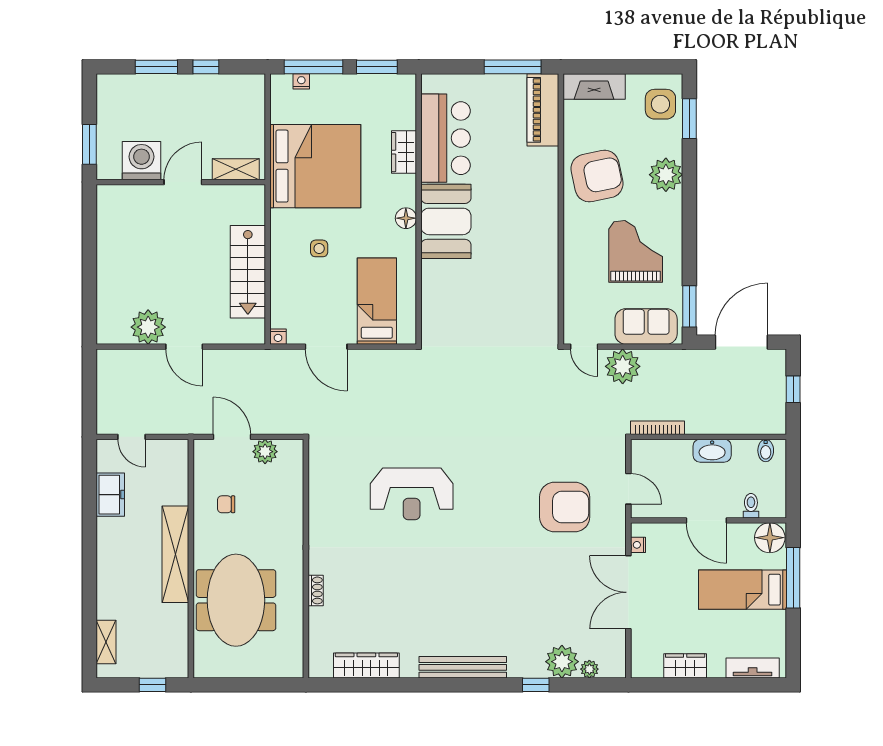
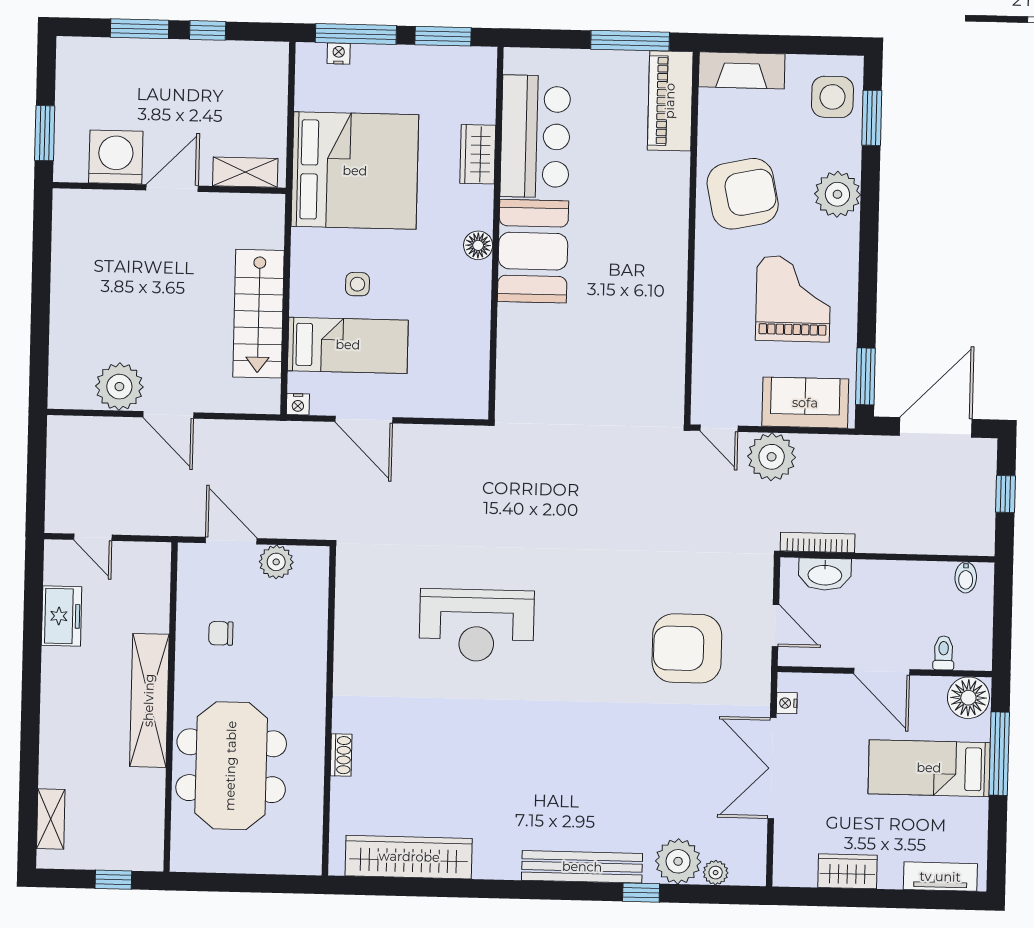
bed: (377, 301) -> (348, 345), moved, turned 90
washbasin: (712, 451) -> (825, 574), moved
armchair: (565, 507) -> (687, 648), turned 180
wardrobe: (366, 666) -> (409, 857), width x1.40, depth x1.17
bench: (463, 667) -> (582, 867), moved

